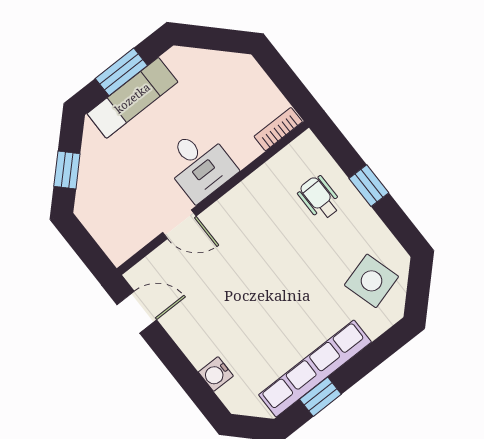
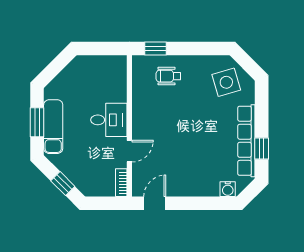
bookcase: (278, 129) -> (121, 183), moved
window: (369, 186) -> (156, 49), moved
water cooler: (216, 374) -> (228, 189), moved

